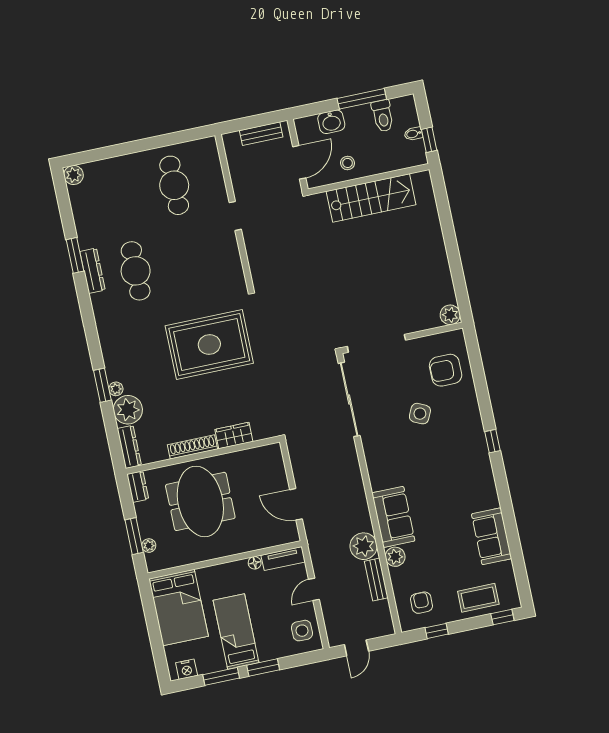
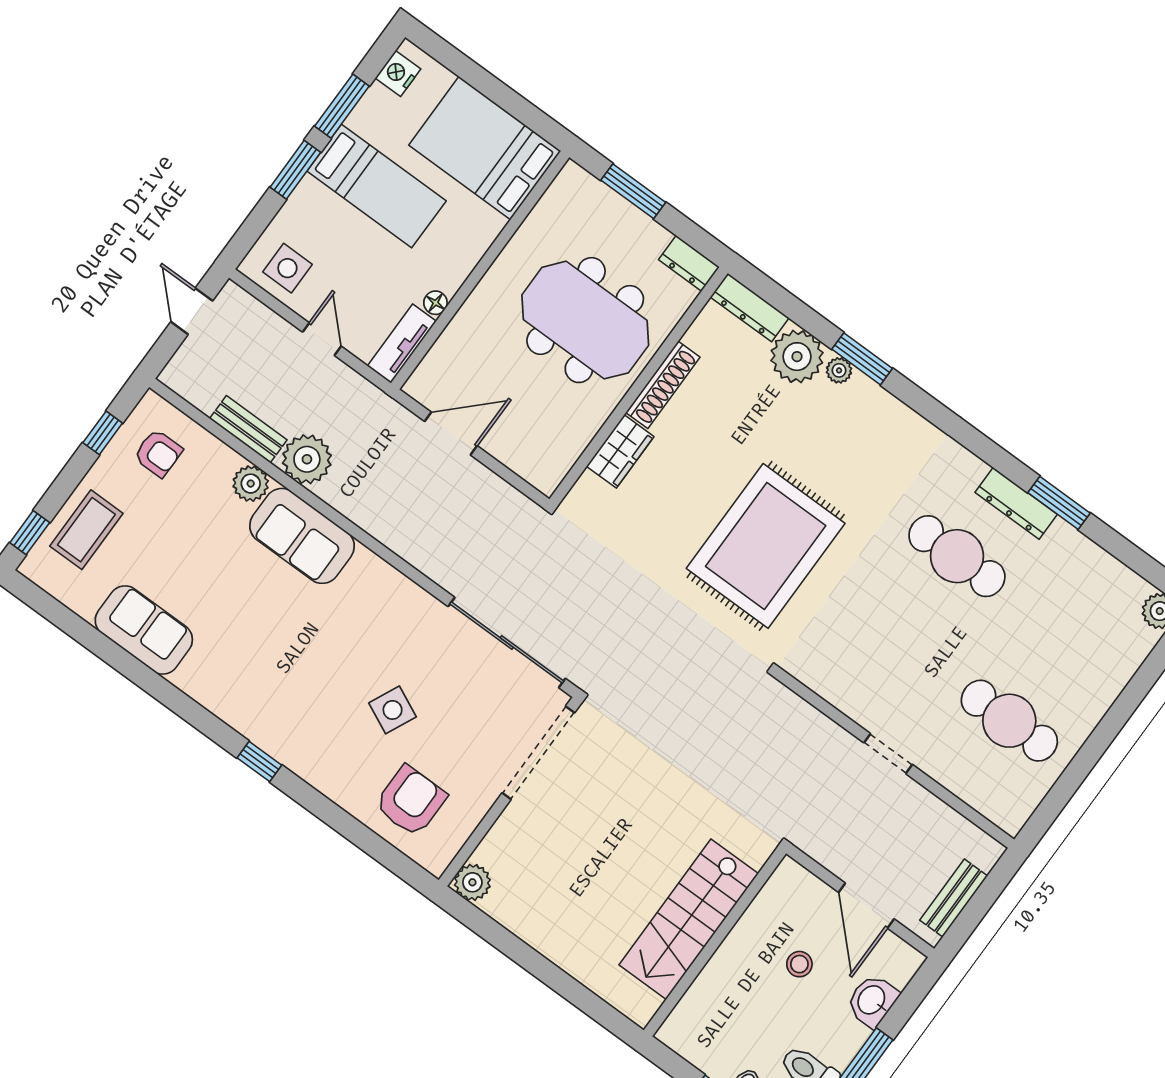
wall: (369, 179) -> (715, 942), moved
stairs: (371, 198) -> (689, 919), moved
plant: (149, 546) -> (602, 196), removed

